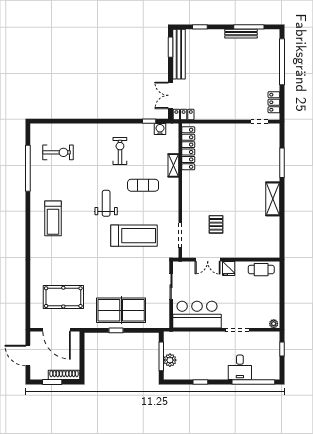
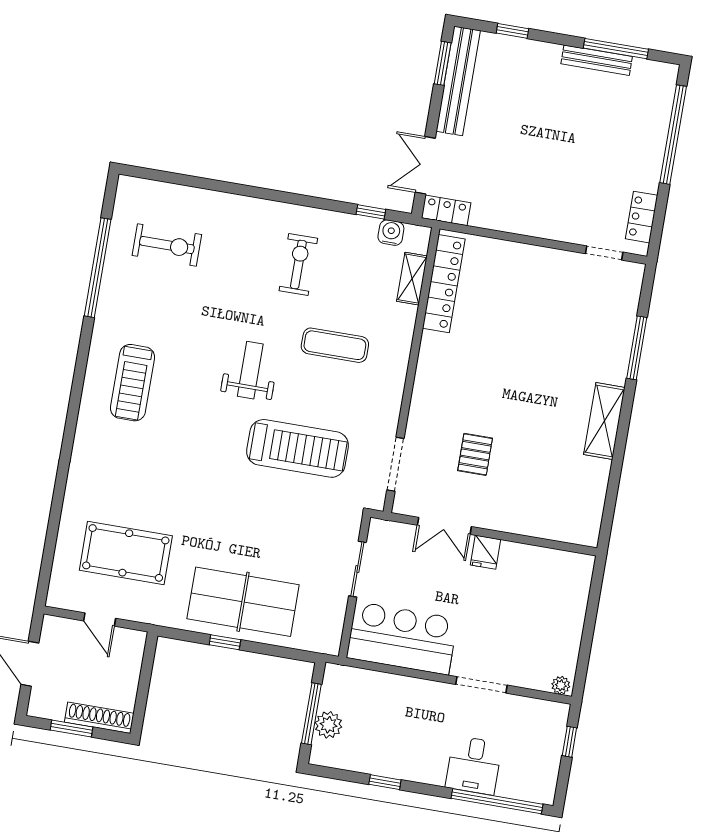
shelving: (173, 165) -> (412, 279), moved
cafe table: (261, 270) -> (554, 566), removed
door: (57, 330) -> (100, 620), width x0.53

